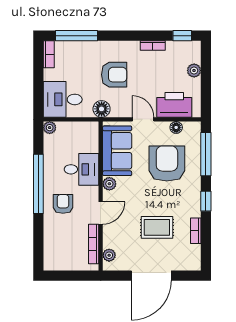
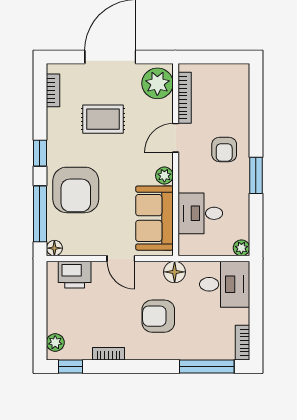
plant: (194, 70) -> (55, 343), moved
printer: (174, 105) -> (75, 275), width x0.73, depth x0.84
floor lamp: (176, 127) -> (54, 248), moved
armchair: (167, 164) -> (76, 190), moved
desk: (82, 169) -> (200, 213), moved
window: (38, 184) -> (256, 175), width x0.47
bookcase: (196, 231) -> (53, 90), moved
plant: (109, 255) -> (157, 83), width x1.88, depth x1.88

